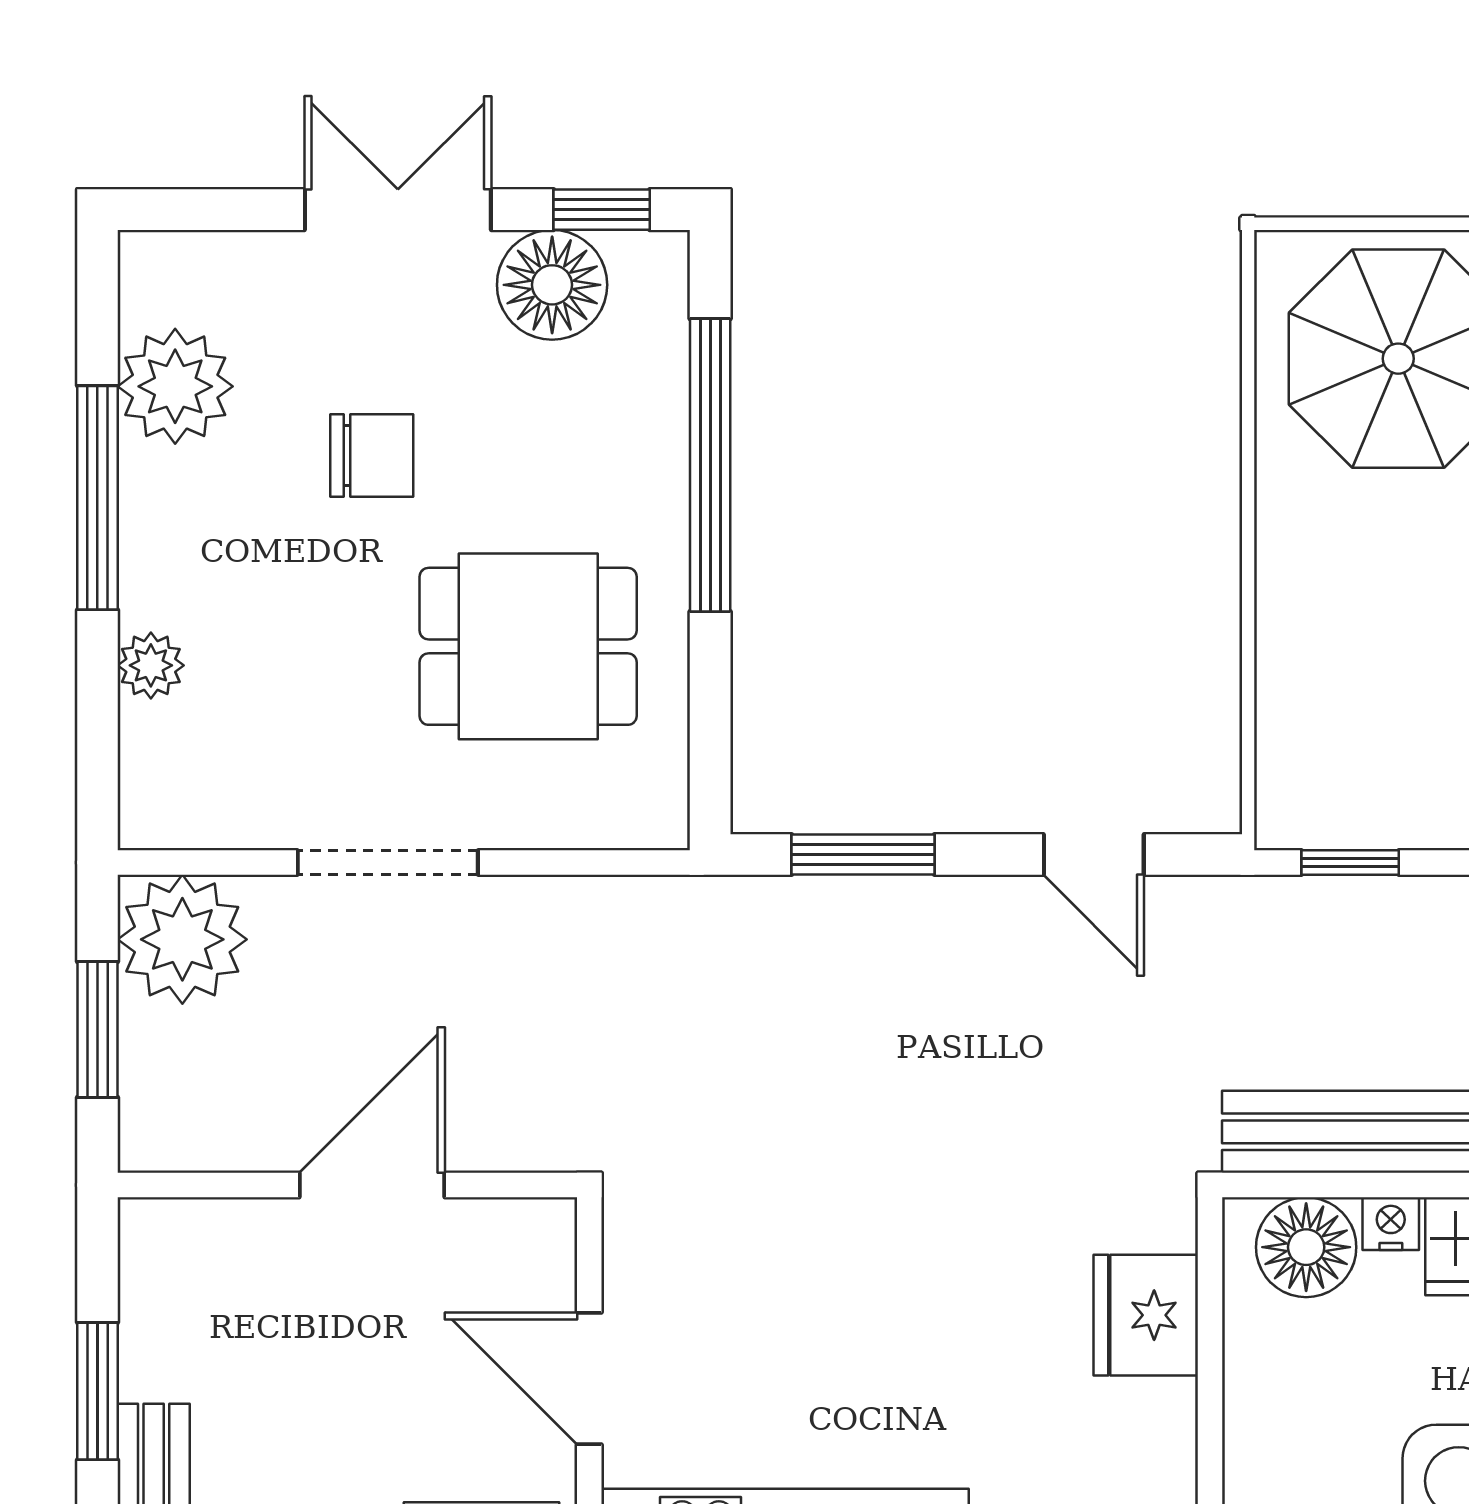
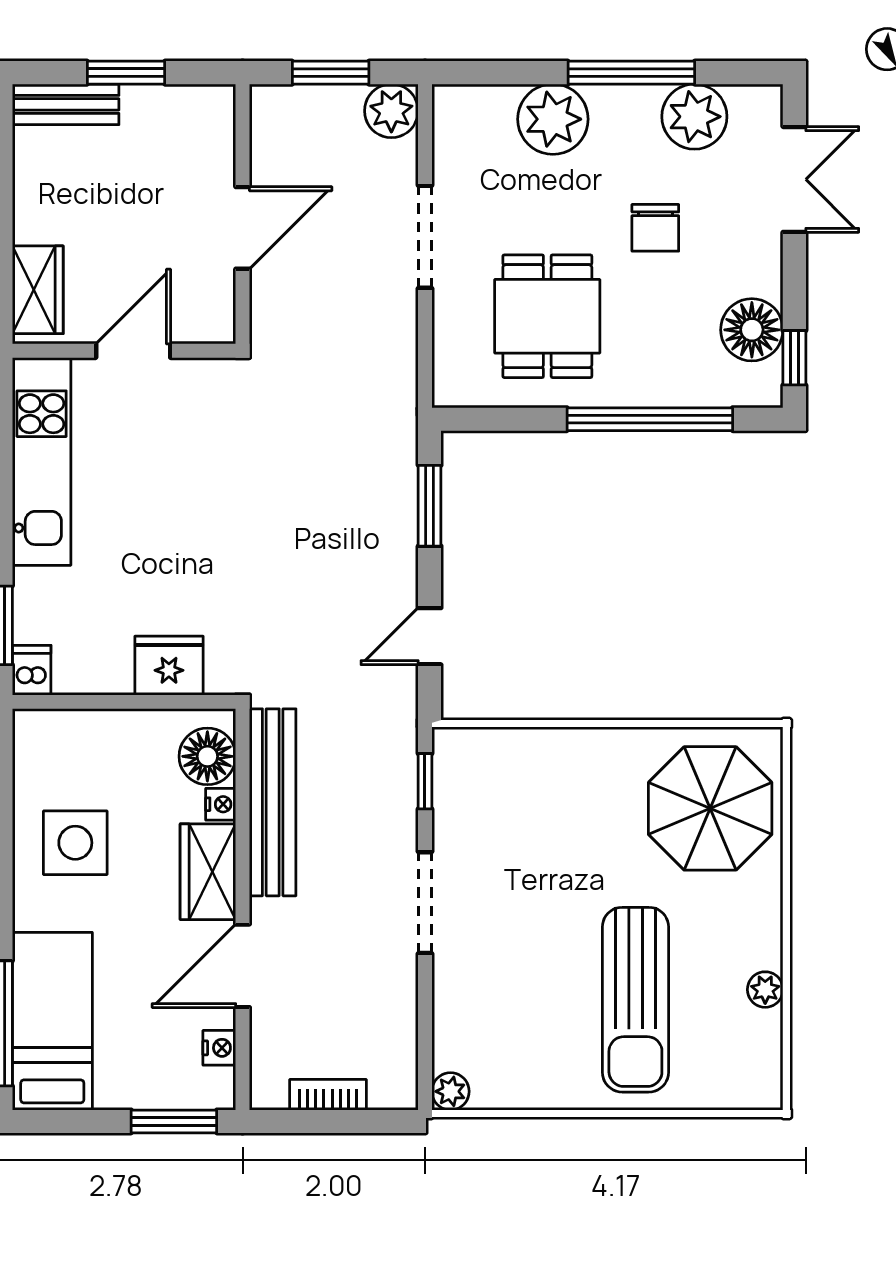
double door: (398, 210) -> (794, 179), moved
plant: (151, 665) -> (553, 119), width x1.88, depth x1.88
plant: (182, 939) -> (391, 111), width x0.73, depth x0.73
door: (372, 1185) -> (243, 228), hinge flipped

